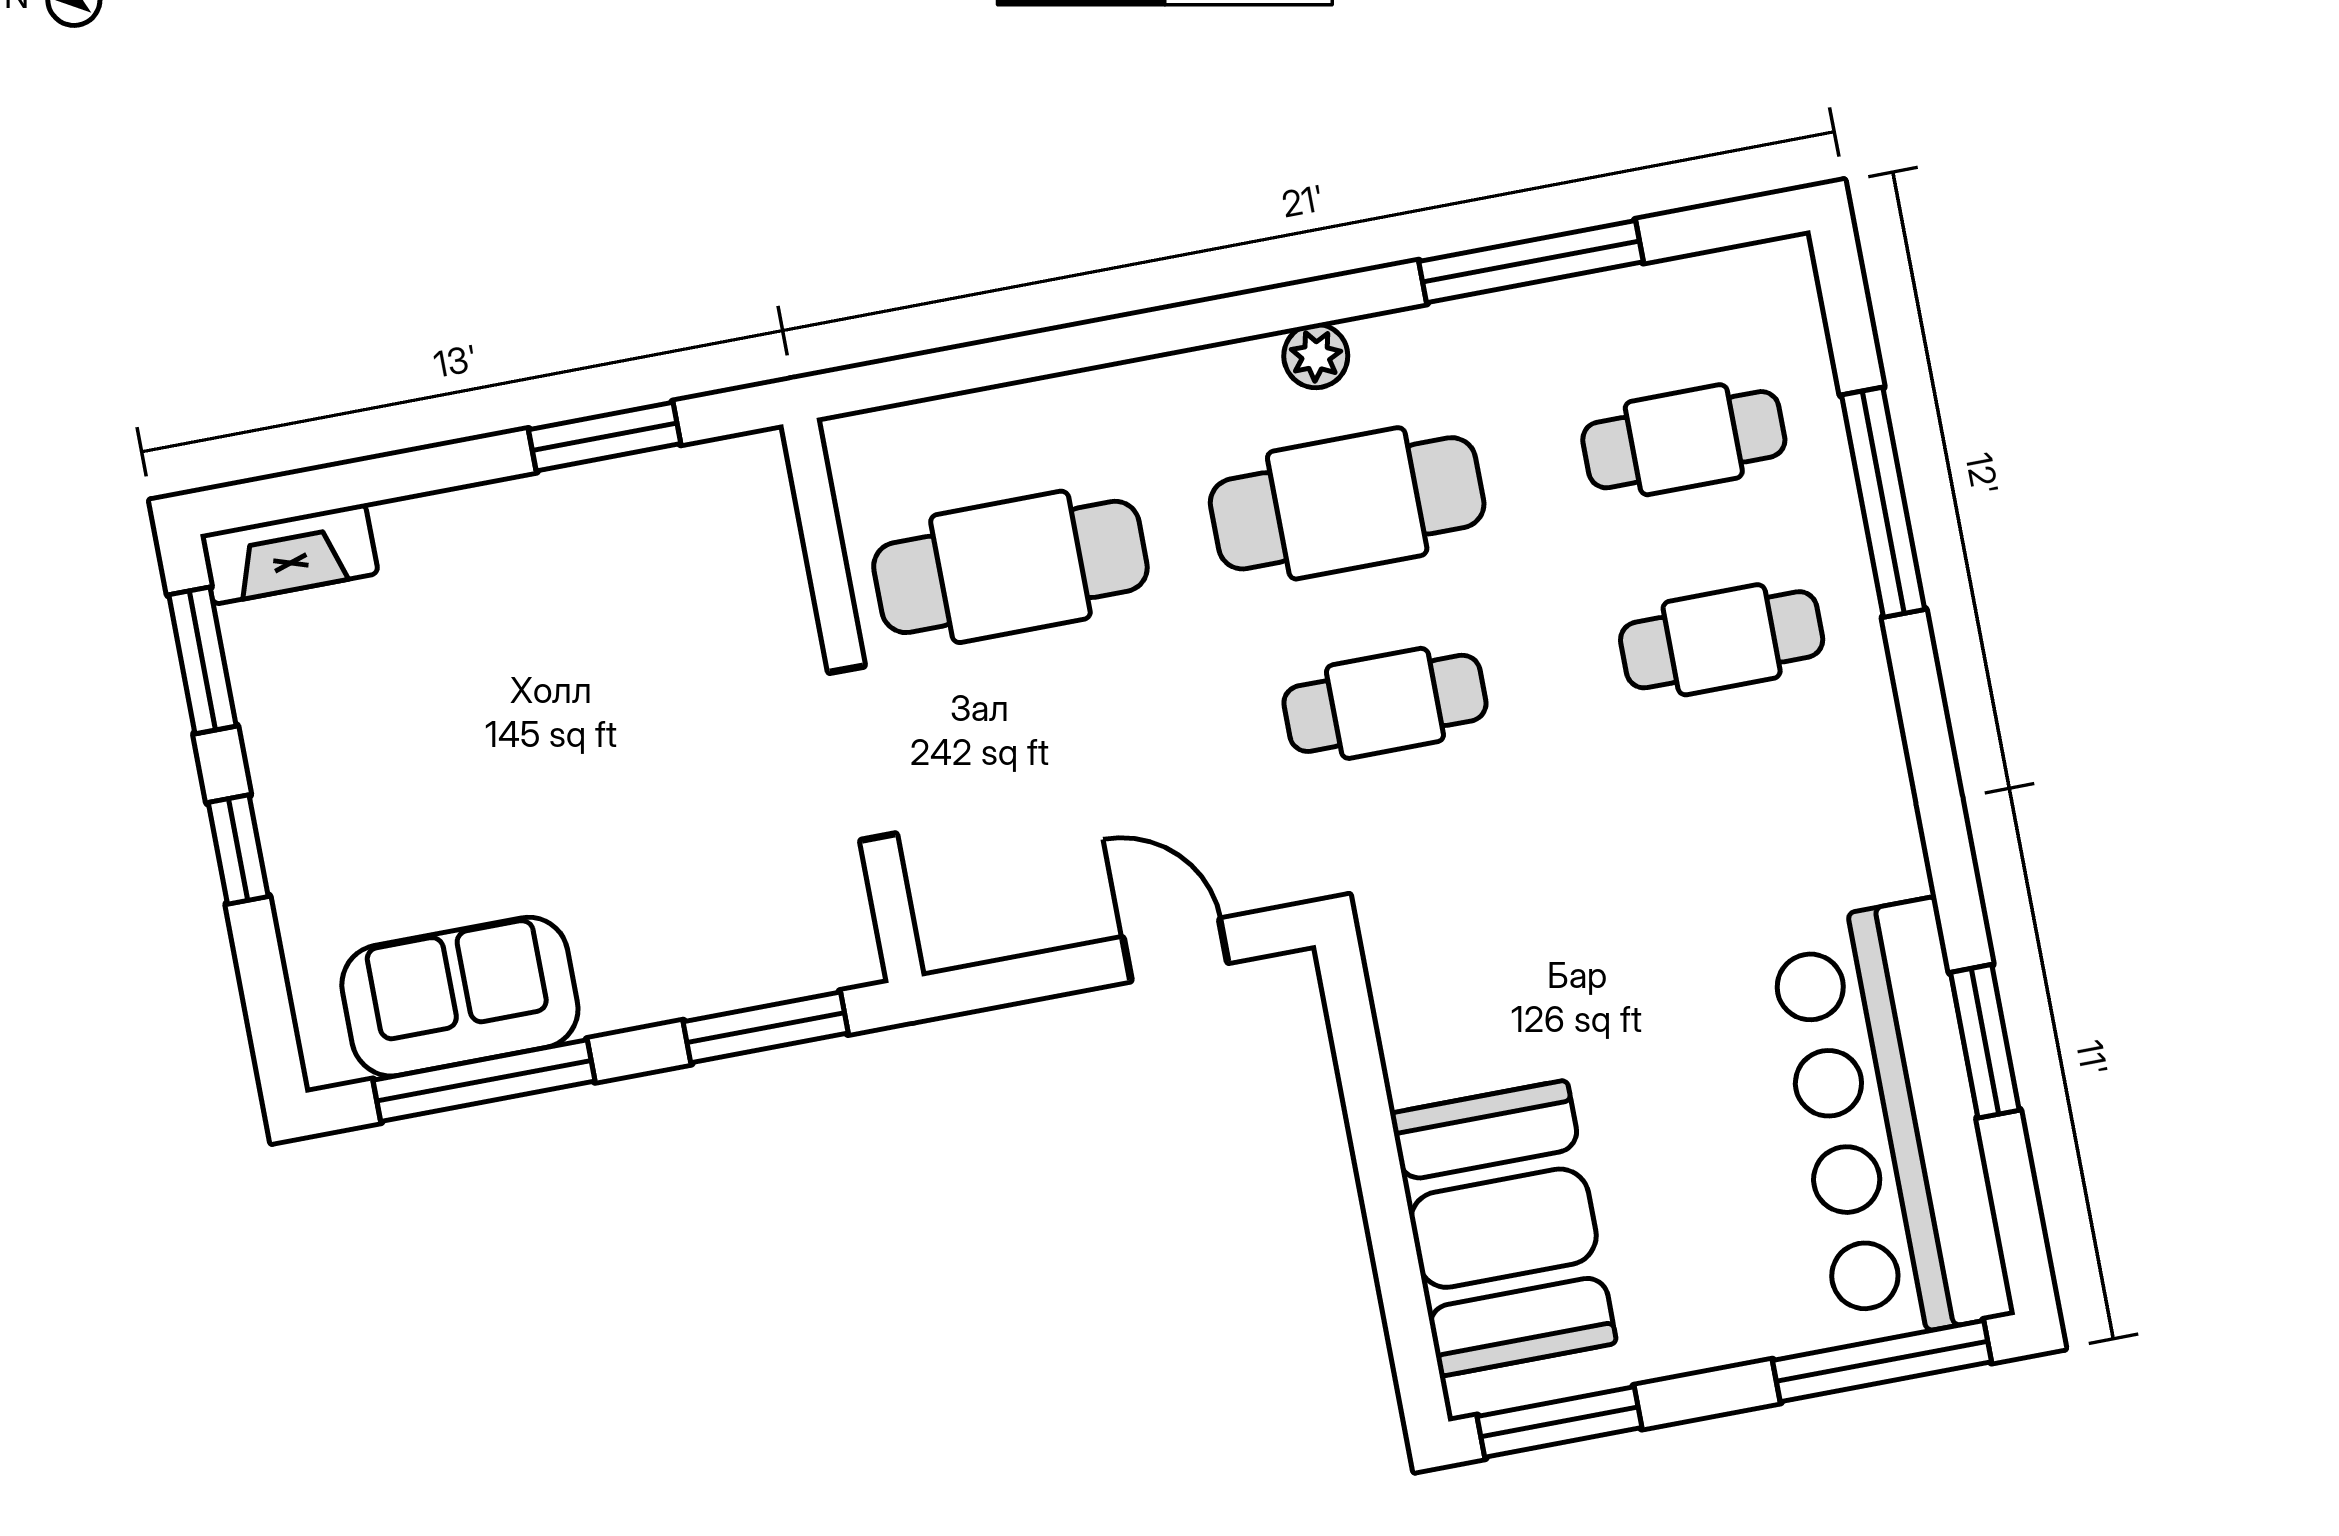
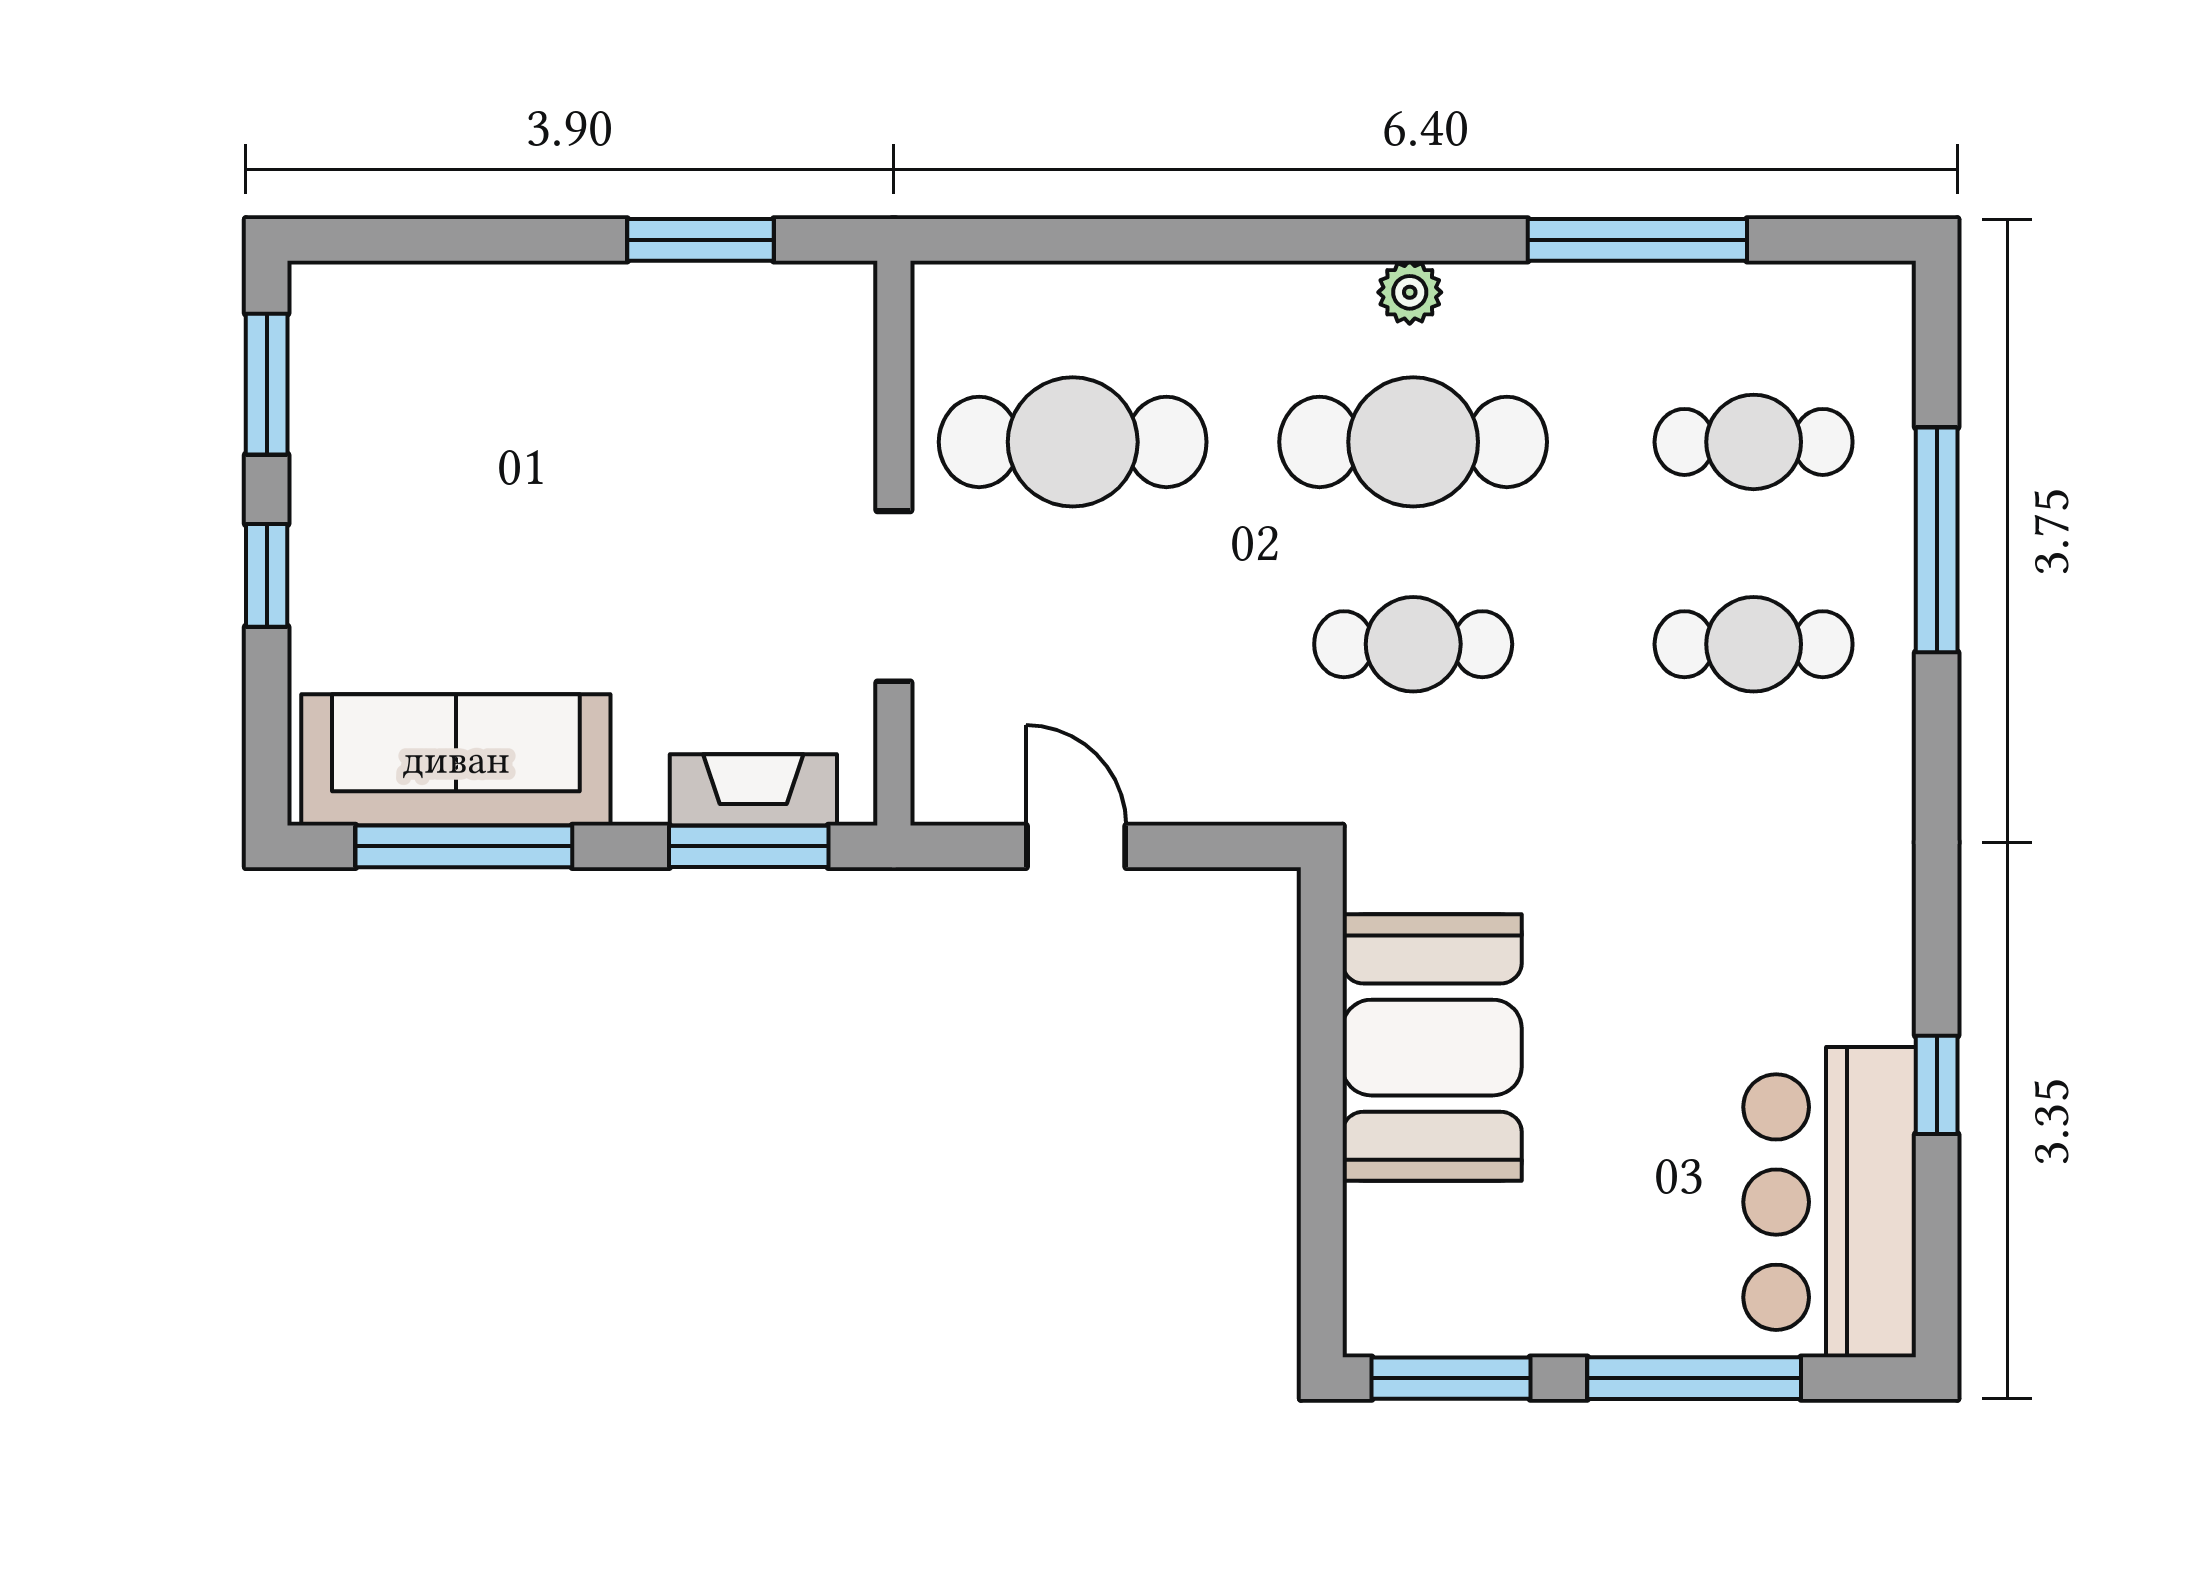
fireplace: (289, 554) -> (753, 790), moved, turned 180
door: (1175, 950) -> (1076, 846), moved
sofa: (460, 997) -> (456, 760), width x1.36
window: (1985, 1041) -> (1937, 1085), width x0.67
bar counter: (1890, 1121) -> (1830, 1202), width x0.73
booth: (1503, 1228) -> (1432, 1048), moved
window: (1882, 1361) -> (1694, 1378), moved

